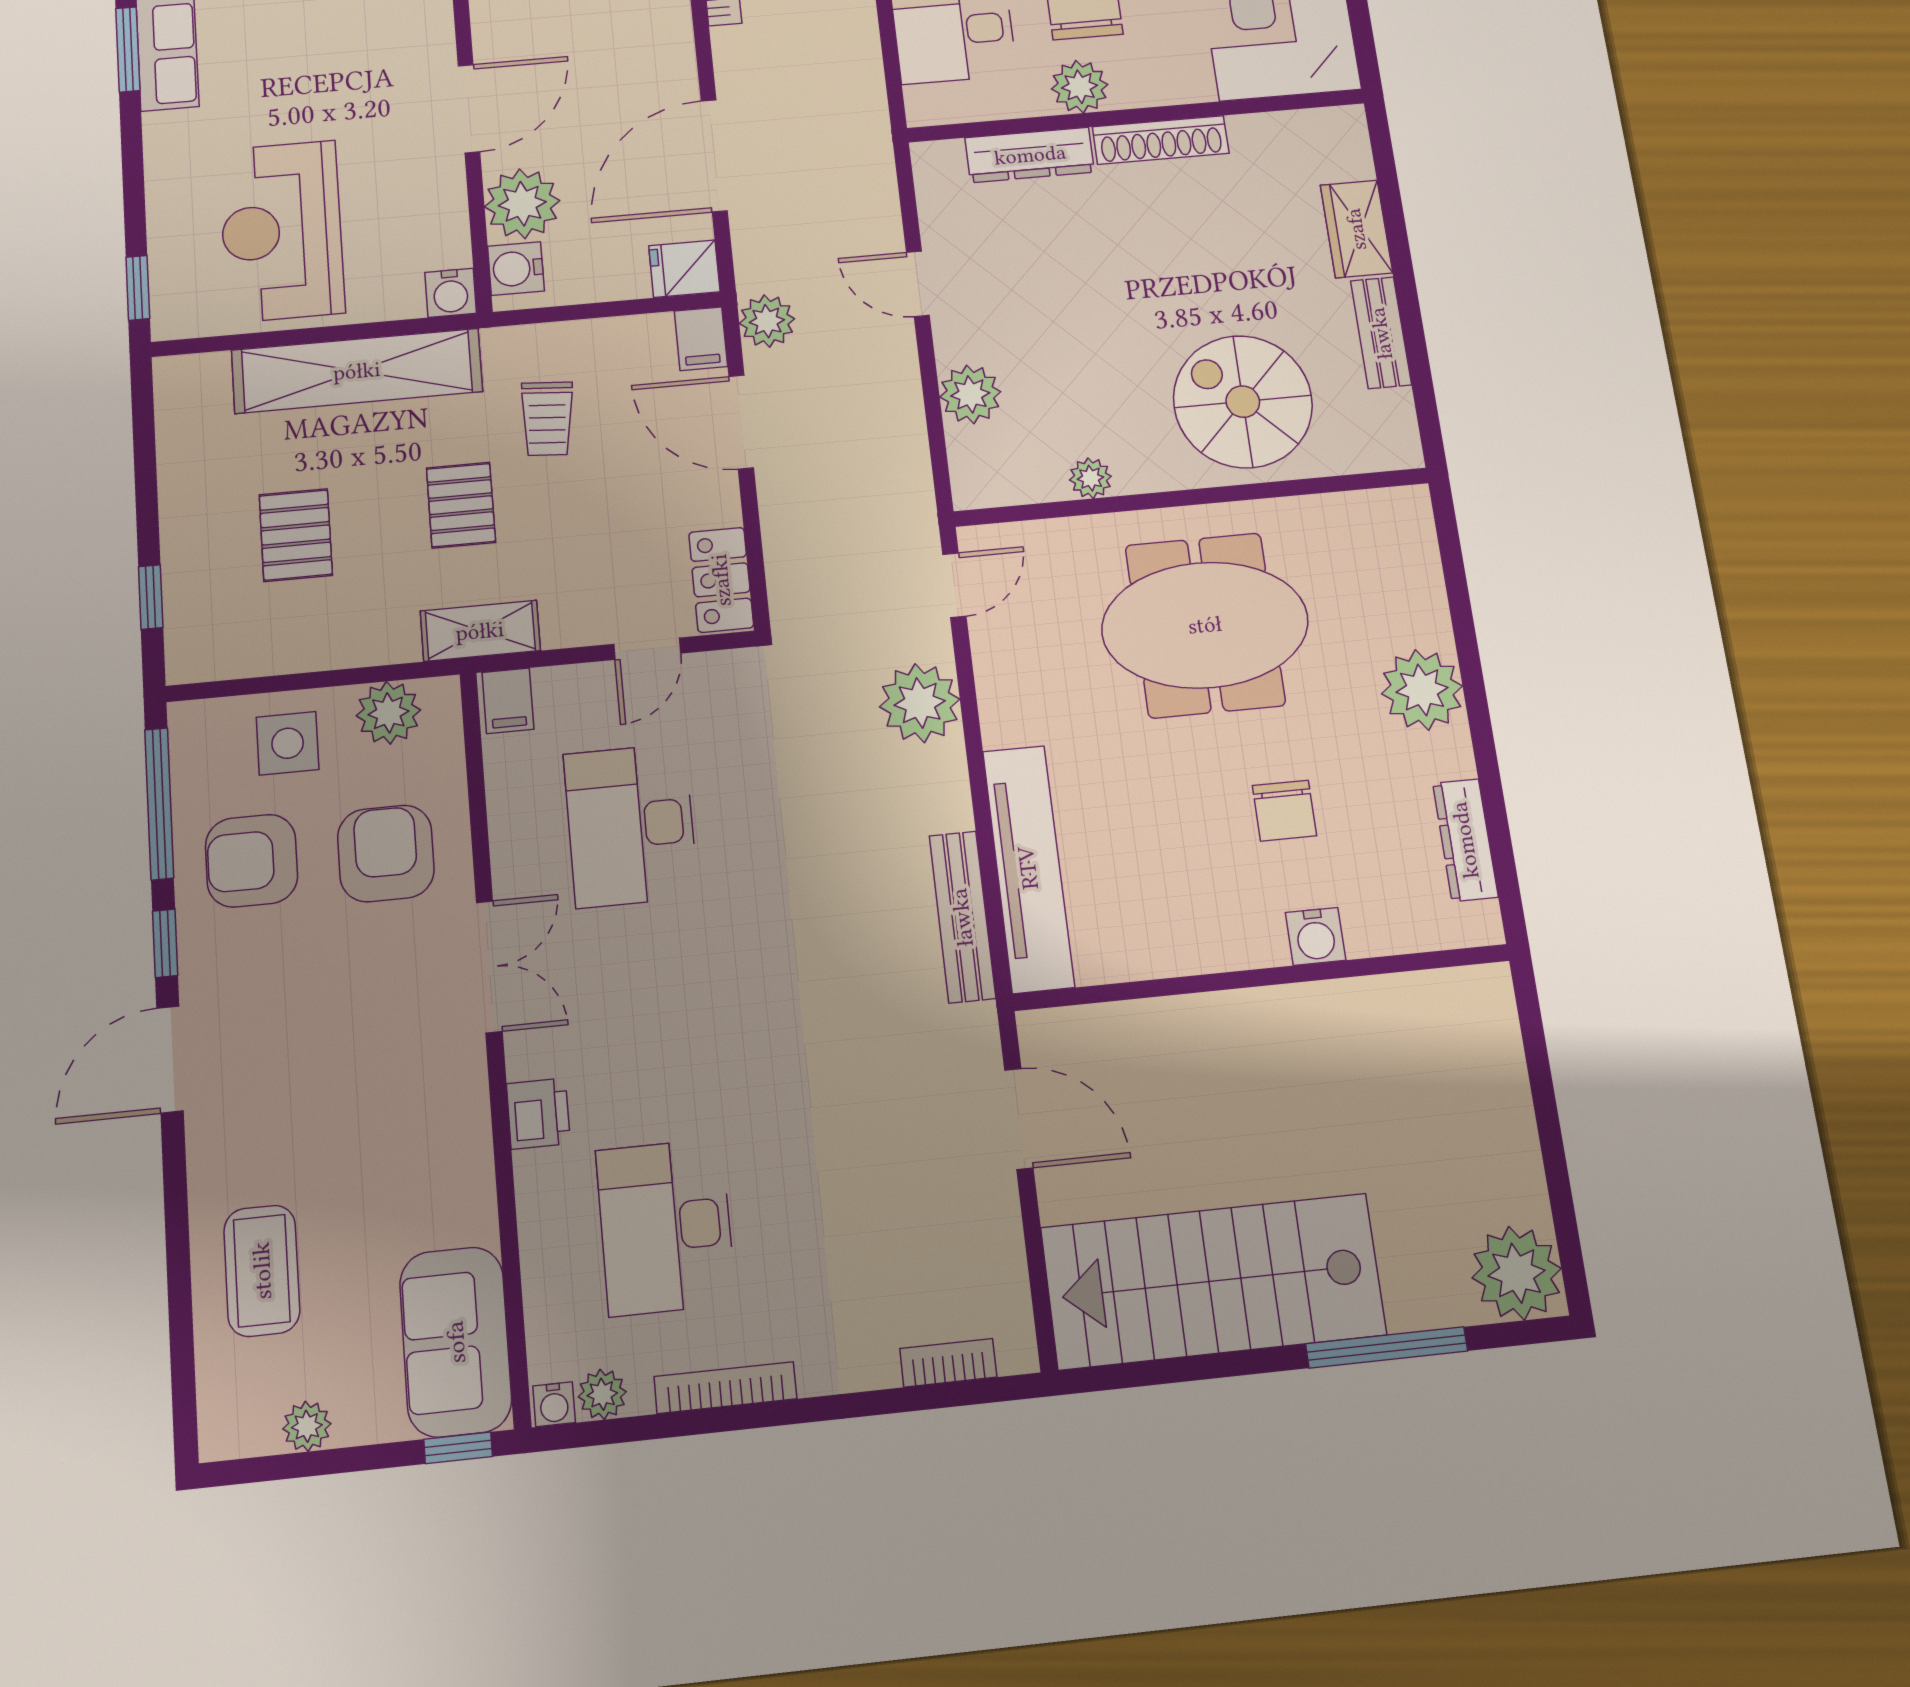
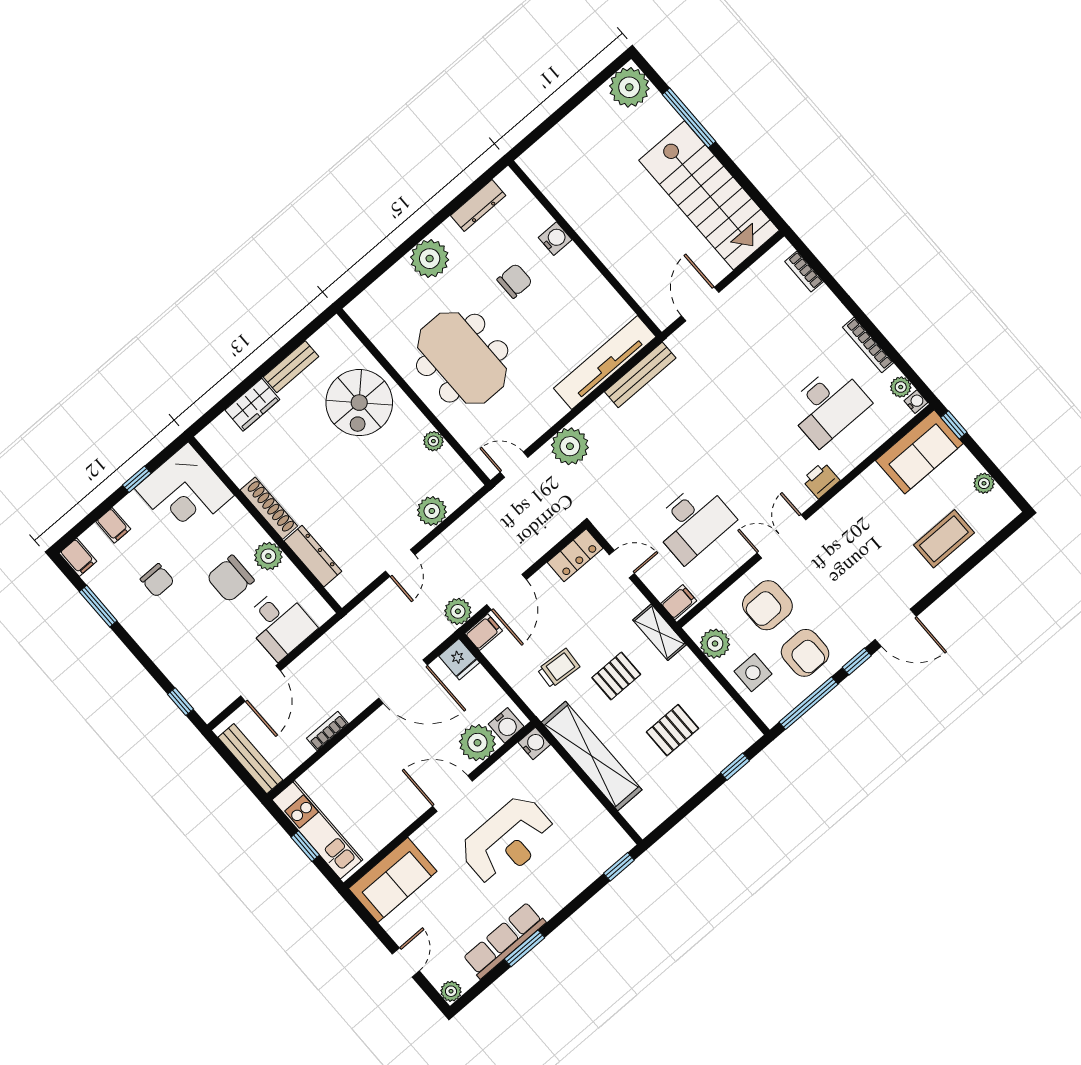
reception desk: (282, 231) -> (508, 841), moved

